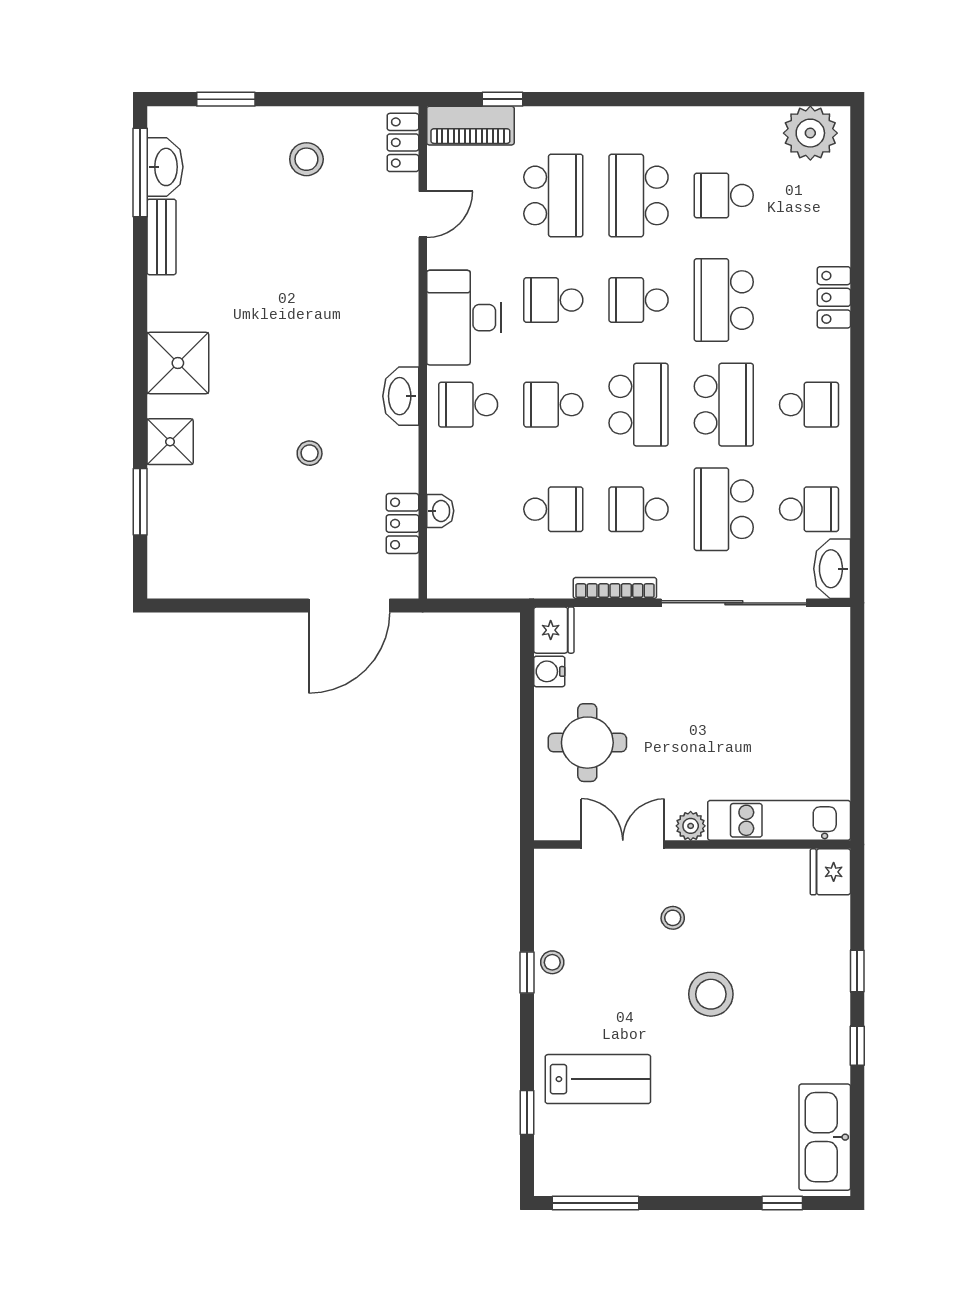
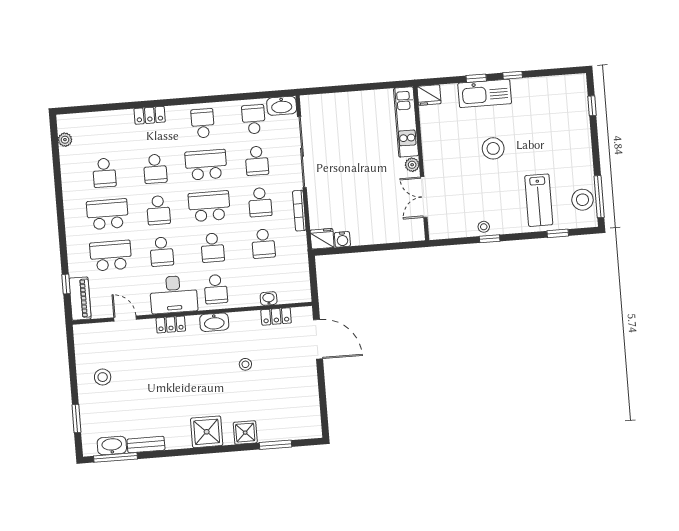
plant: (810, 133) -> (65, 140), width x0.53, depth x0.53
locker: (403, 142) -> (171, 324), moved
school desk: (639, 195) -> (108, 214), turned 180
school desk: (724, 300) -> (155, 169), width x0.54
school desk: (553, 509) -> (263, 244), turned 180
school desk: (724, 509) -> (257, 161), width x0.54
round table: (587, 743) -> (376, 218), removed
stool: (673, 918) -> (582, 200), moved, width x1.89, depth x1.89
lab bench: (598, 1079) -> (539, 200), turned 180
kitchen sink: (825, 1137) -> (485, 93), moved

